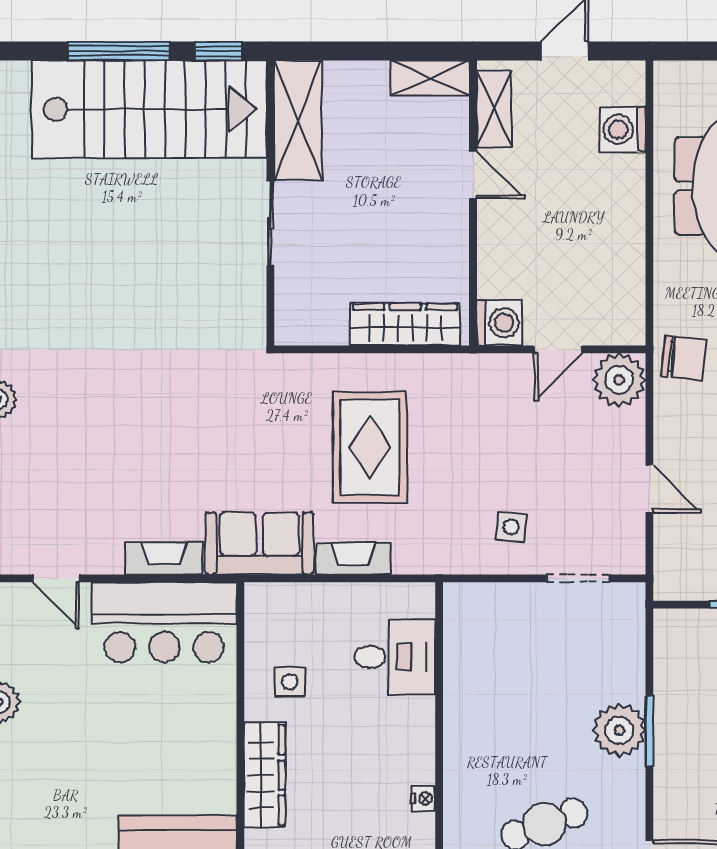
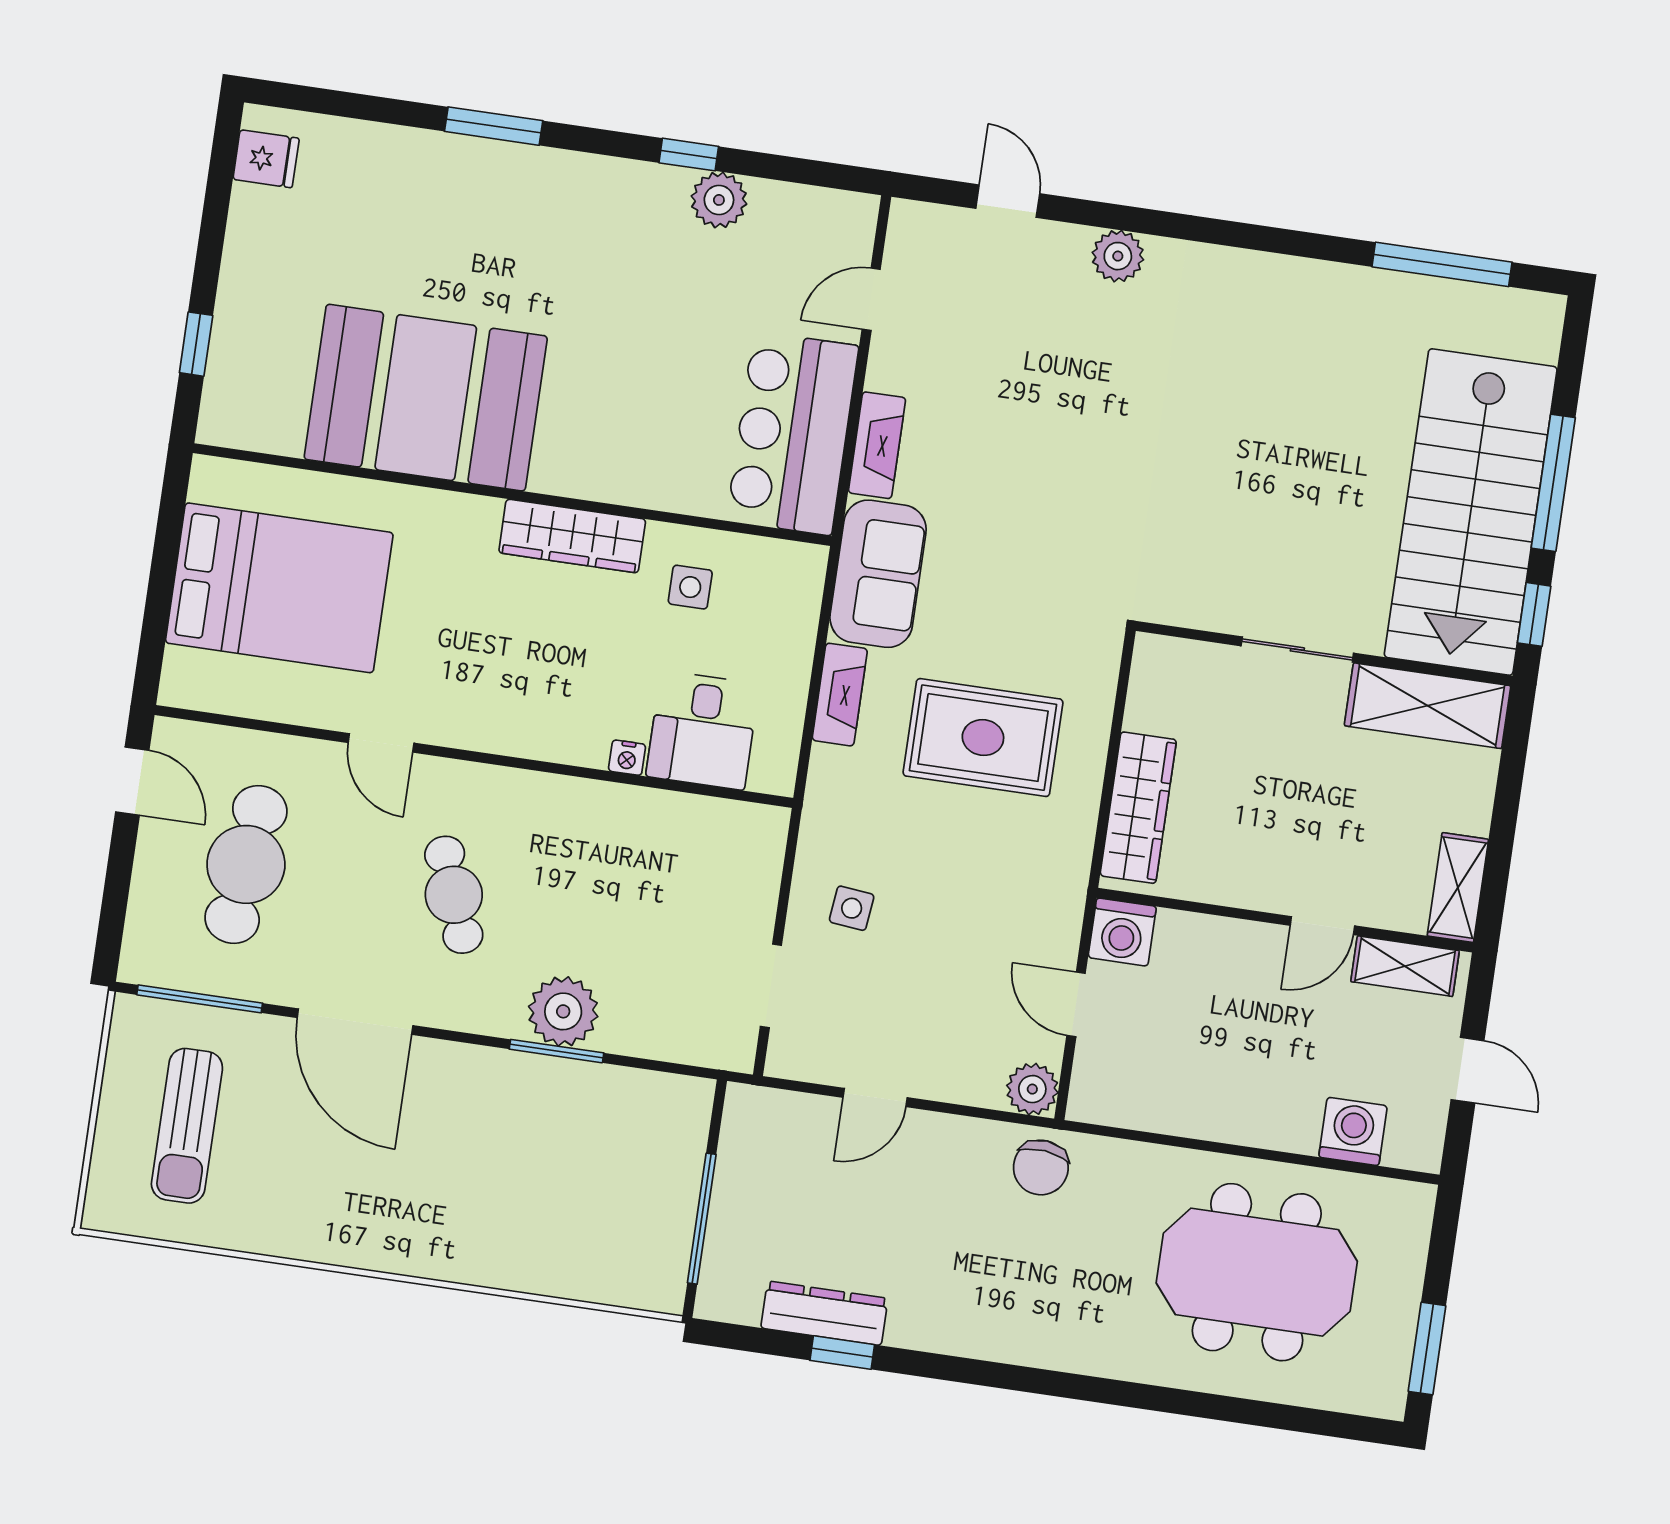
plant: (619, 380) -> (1032, 1089), width x0.73, depth x0.73
nightstand: (424, 799) -> (627, 758), moved

